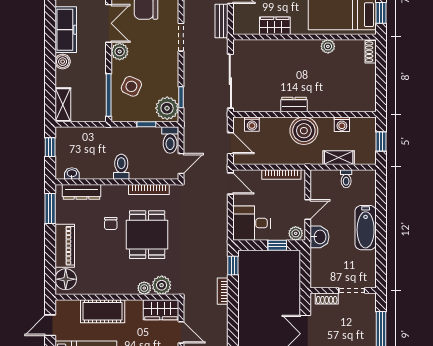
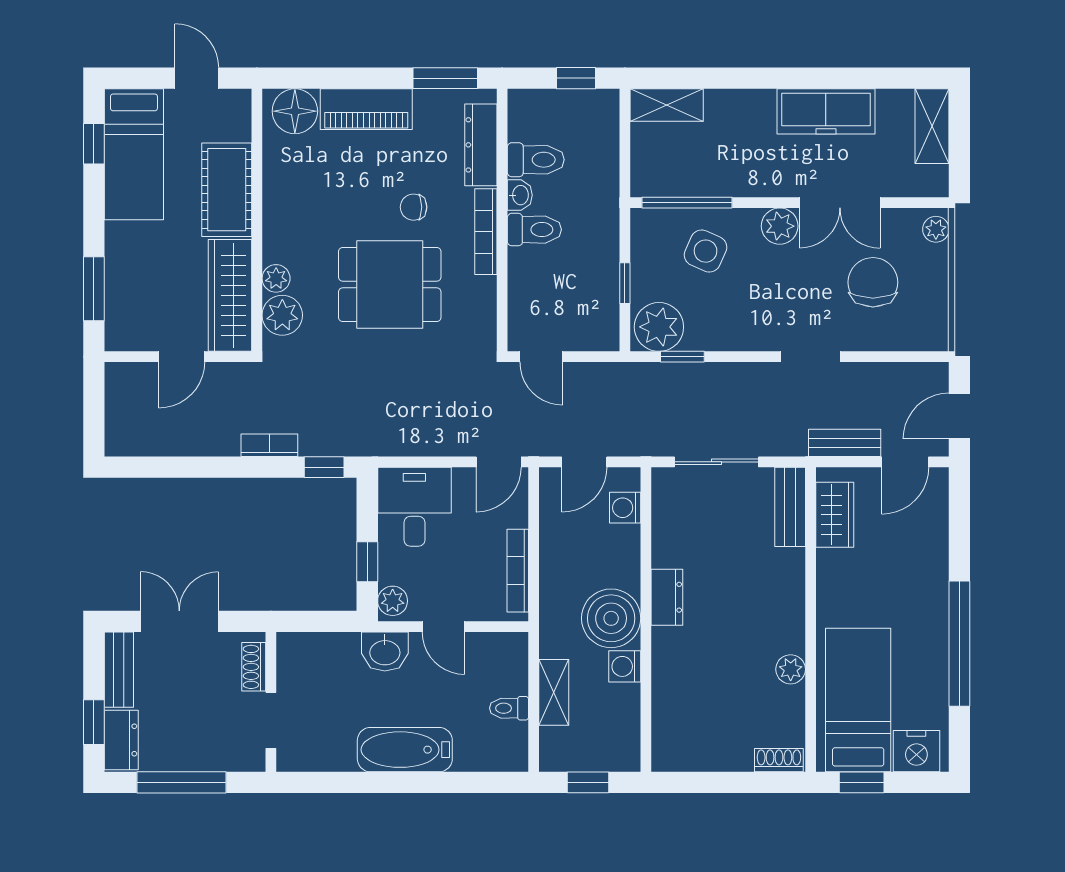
wardrobe: (275, 26) -> (835, 515), moved
bench: (252, 47) -> (790, 507), added
boiler: (63, 62) -> (758, 105), removed
sliding door: (230, 81) -> (717, 462), width x0.73
washing machine: (342, 124) -> (625, 666), moved
toilet: (170, 140) -> (536, 160), moved, turned 180
washbasin: (72, 174) -> (520, 195), moved
bookcase: (149, 189) -> (486, 232), moved
wardrobe: (161, 310) -> (230, 295), width x1.50

